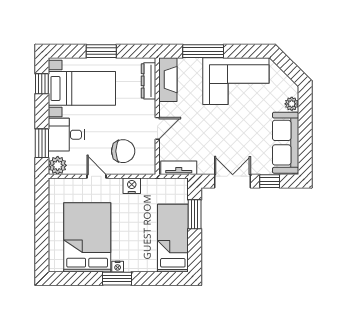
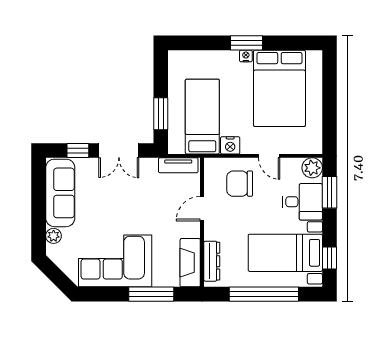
window: (101, 51) -> (264, 294), width x2.11
bed: (173, 238) -> (202, 117), moved, turned 180

